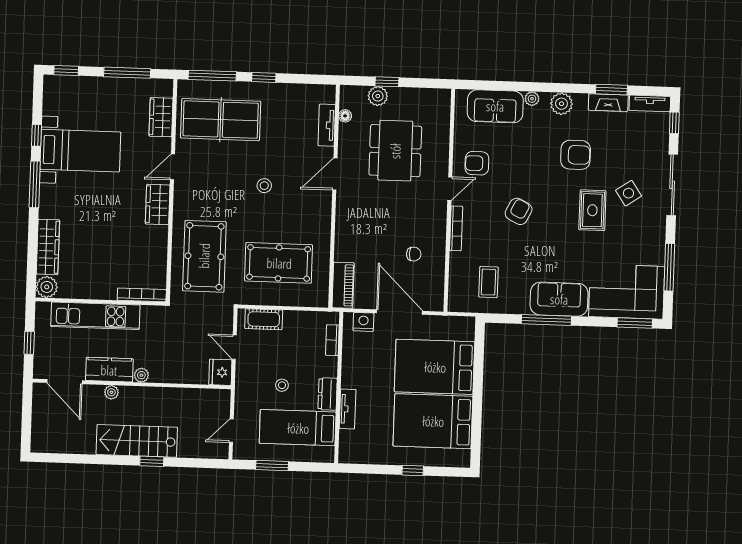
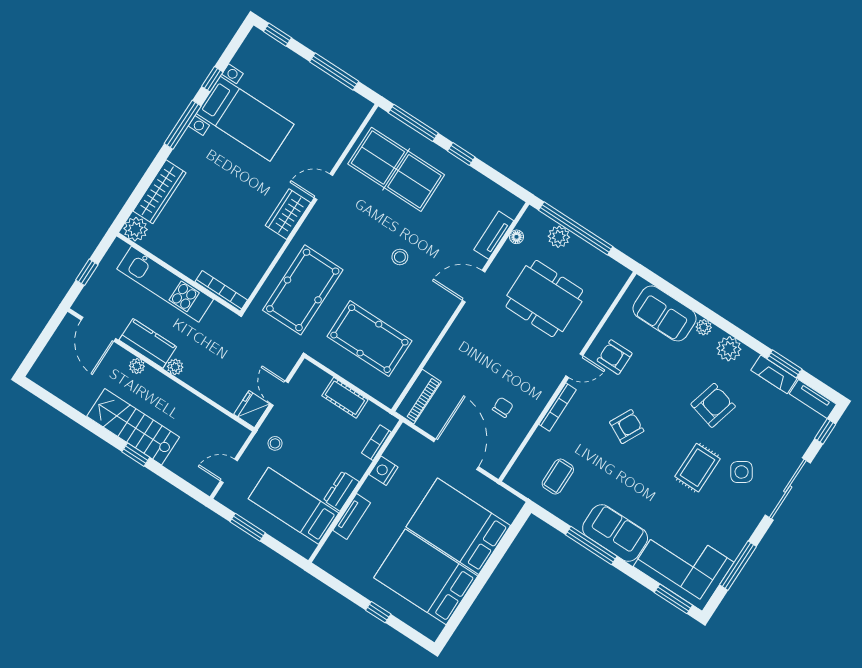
window: (387, 82) -> (576, 228), width x3.17
wardrobe: (161, 117) -> (341, 133), removed
dining table: (395, 151) -> (544, 299), turned 90
armchair: (576, 155) -> (713, 405), turned -75
chair: (414, 254) -> (503, 407), turned -90
cot: (264, 319) -> (345, 398), moved
nightstand: (363, 322) -> (384, 471), moved, turned -90
stool: (282, 385) -> (275, 443), moved

